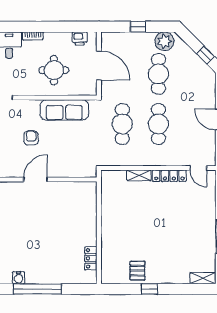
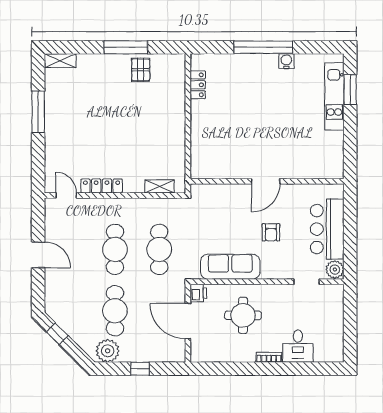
printer: (80, 38) -> (198, 293), moved, turned 90
shelving: (139, 175) -> (159, 186), moved
window: (150, 289) -> (126, 47), width x2.17

